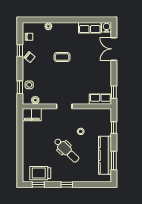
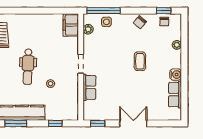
water cooler: (107, 27) -> (176, 74), moved
double door: (114, 49) -> (133, 123), moved
window: (20, 50) -> (164, 11), moved
window: (20, 87) -> (104, 11), width x2.17
row of seats: (100, 99) -> (89, 87), moved
dental chair: (67, 150) -> (28, 67), turned -42

